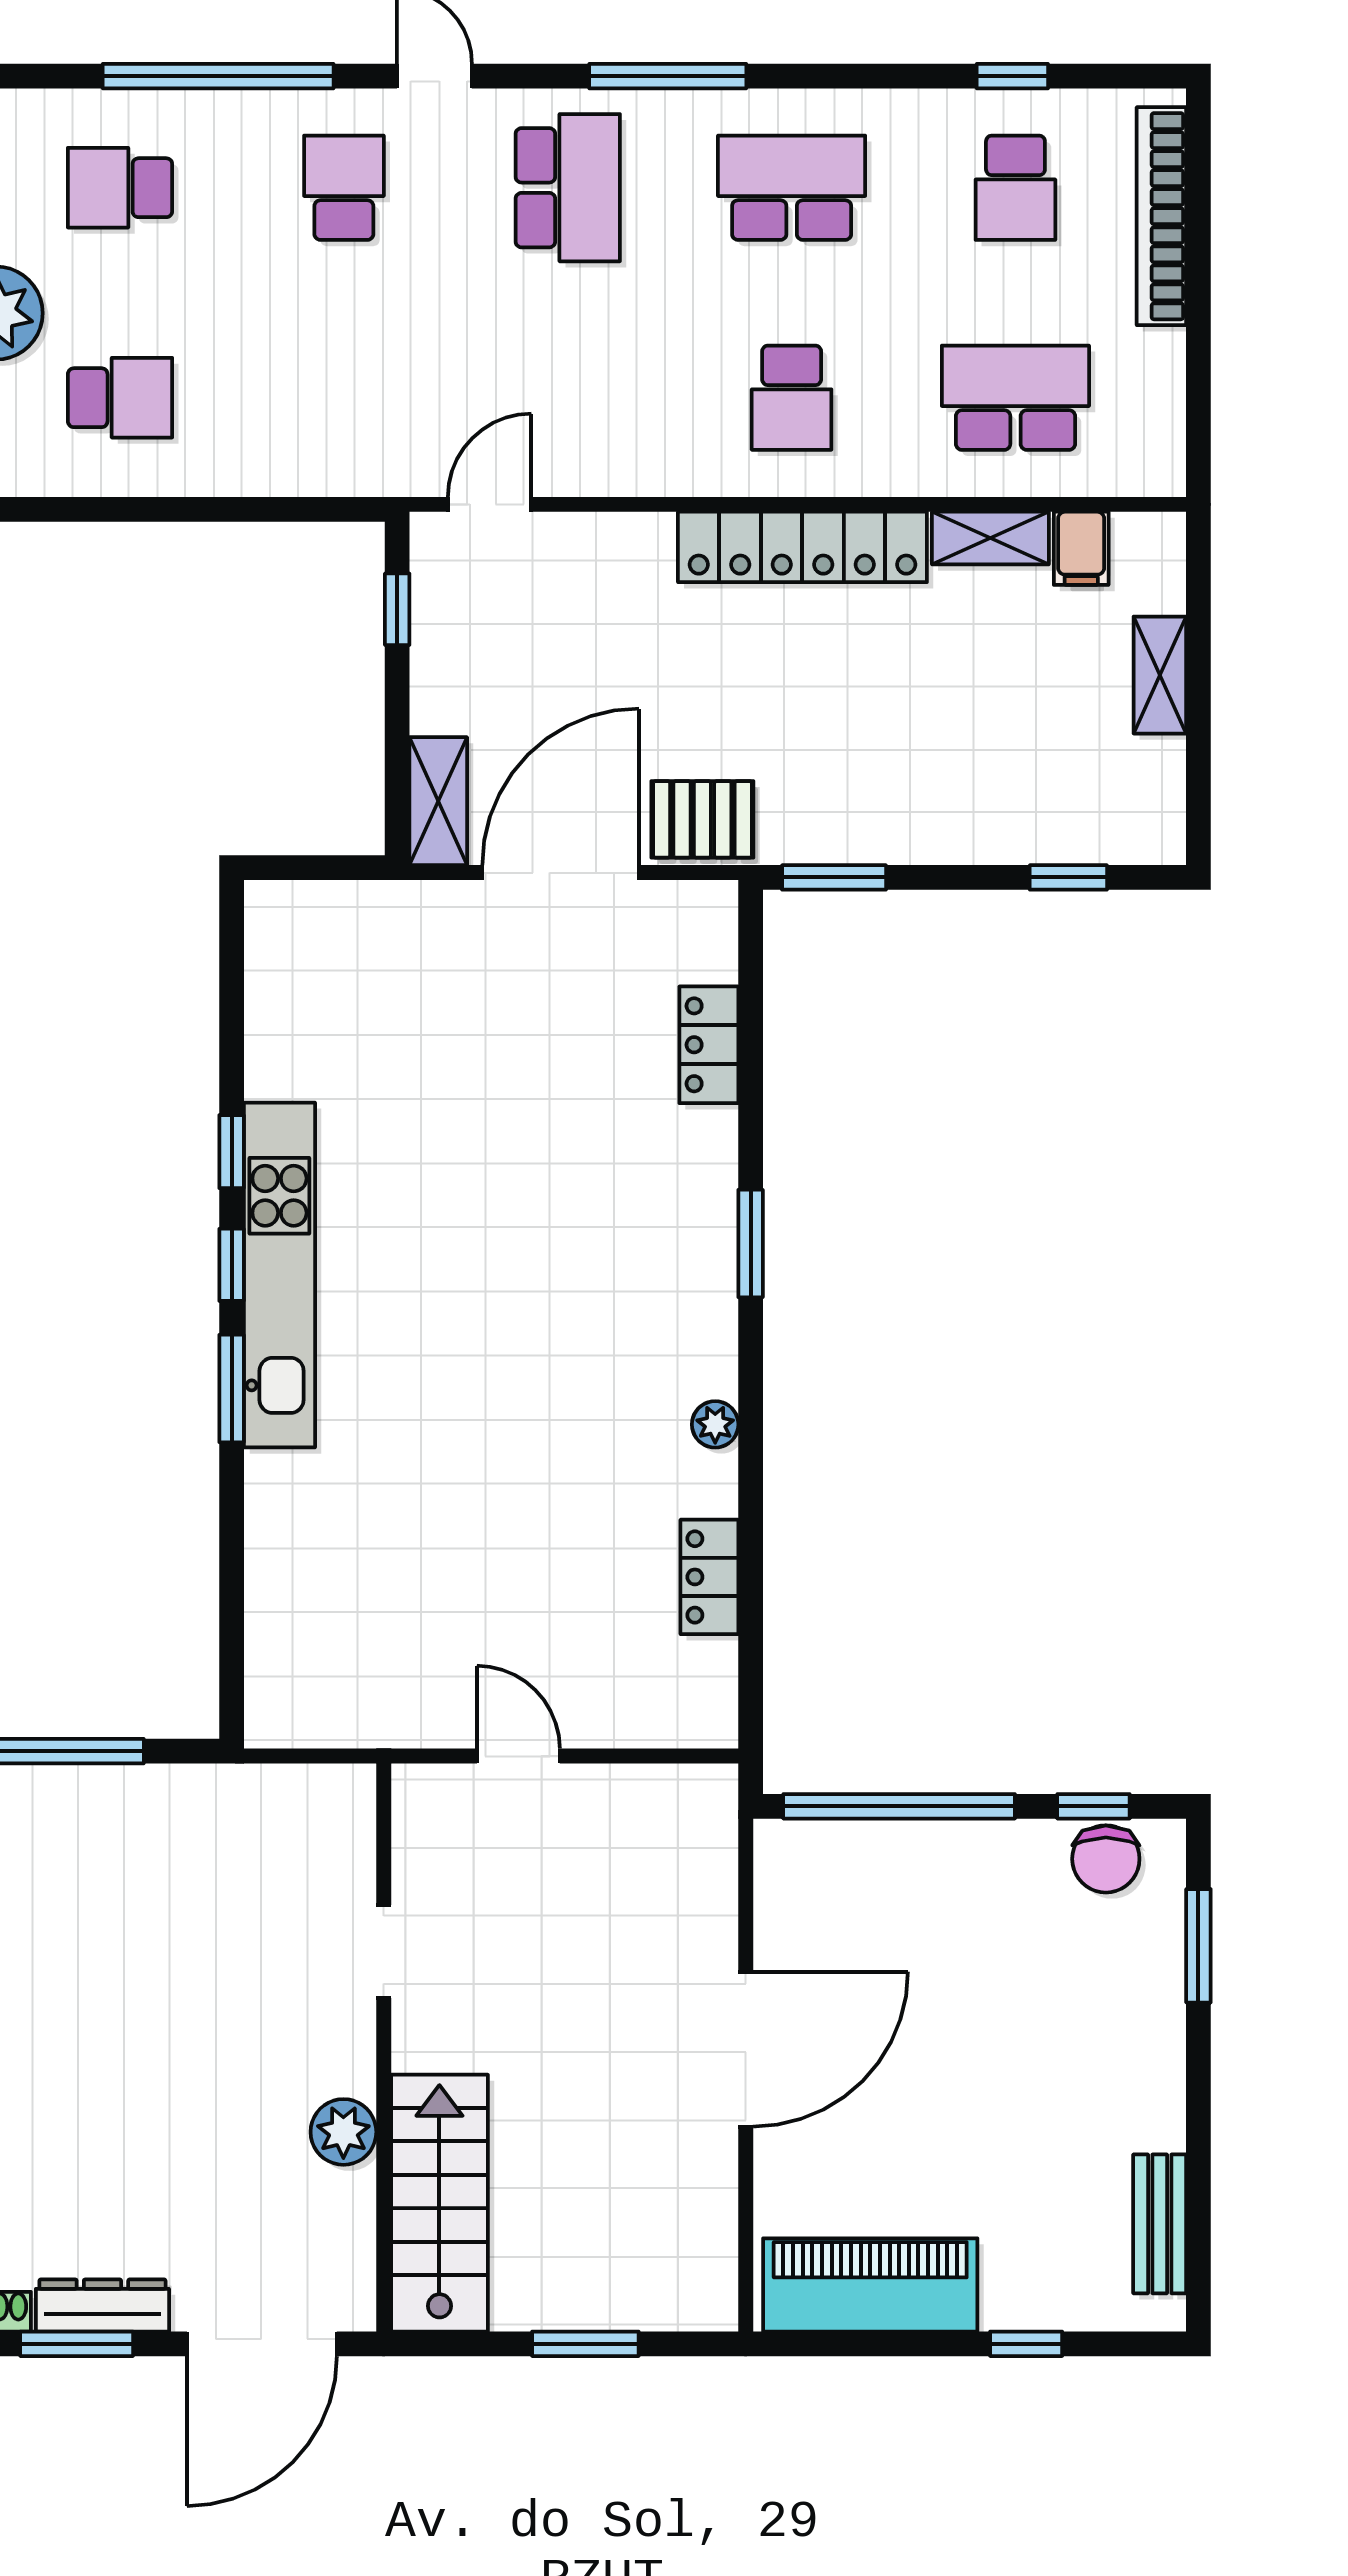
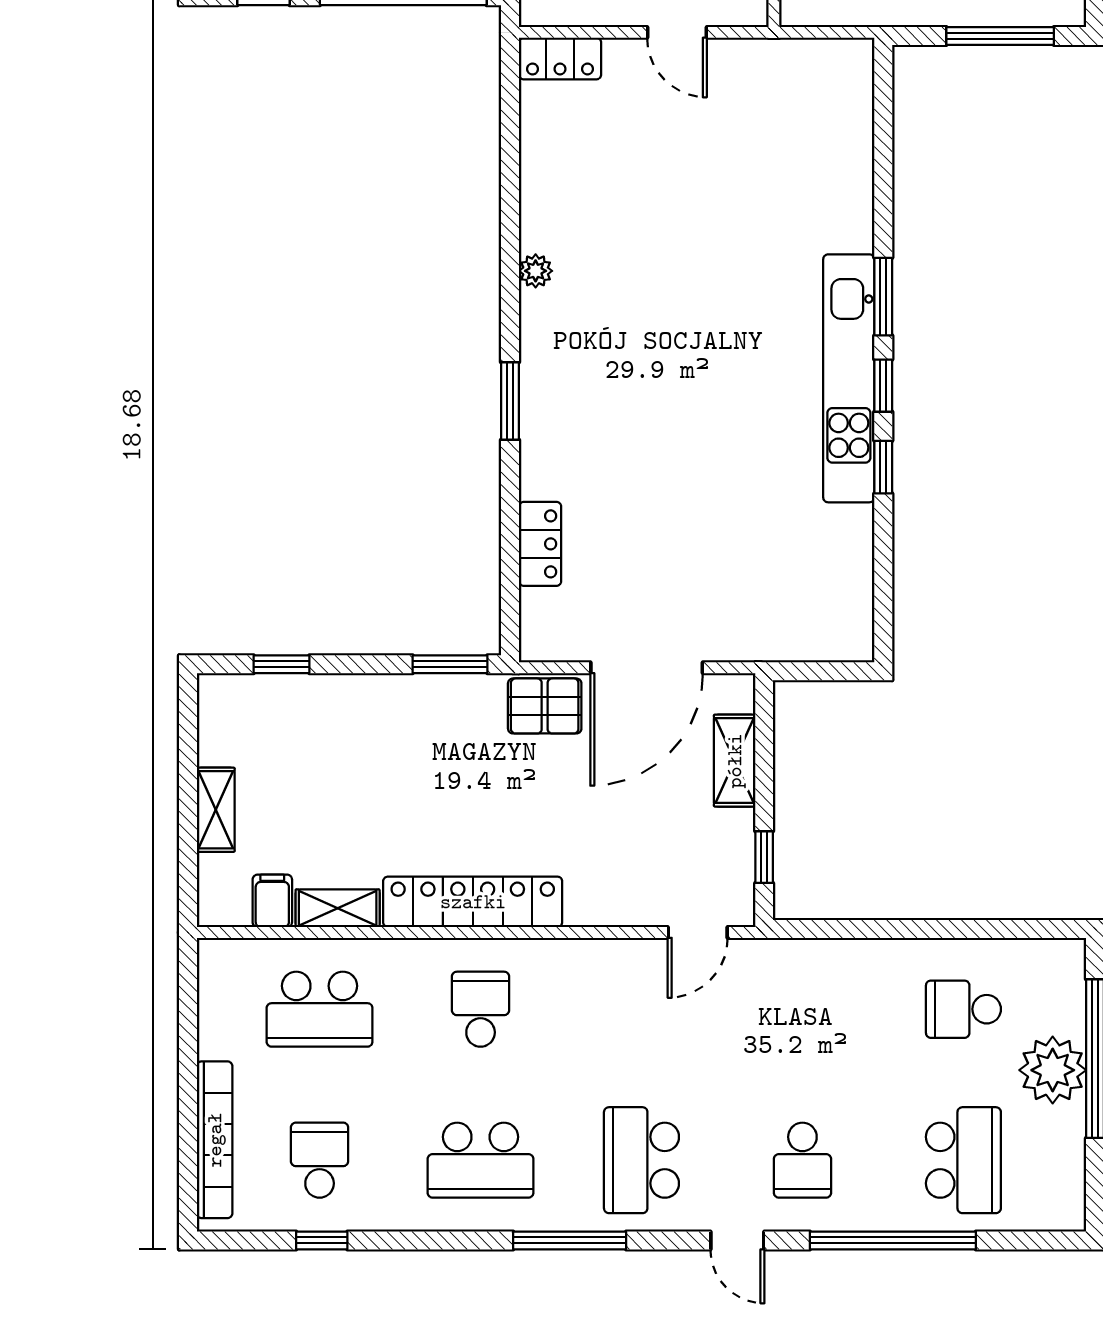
school desk: (120, 188) -> (963, 1160), width x1.85
shelving: (438, 801) -> (735, 761), moved
locker: (709, 1577) -> (560, 59), moved, turned 90

